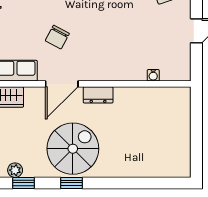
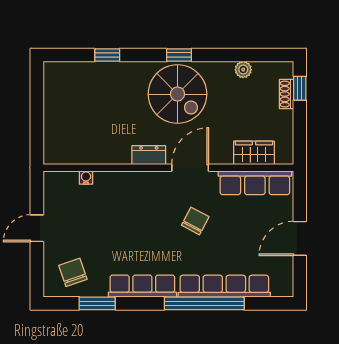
spiral stairs: (73, 149) -> (177, 94), turned -90
window: (23, 183) -> (107, 55), moved

